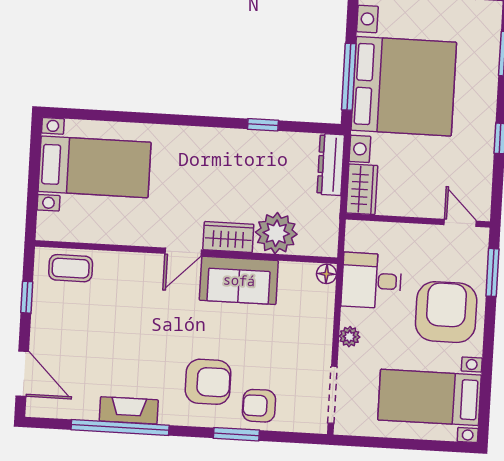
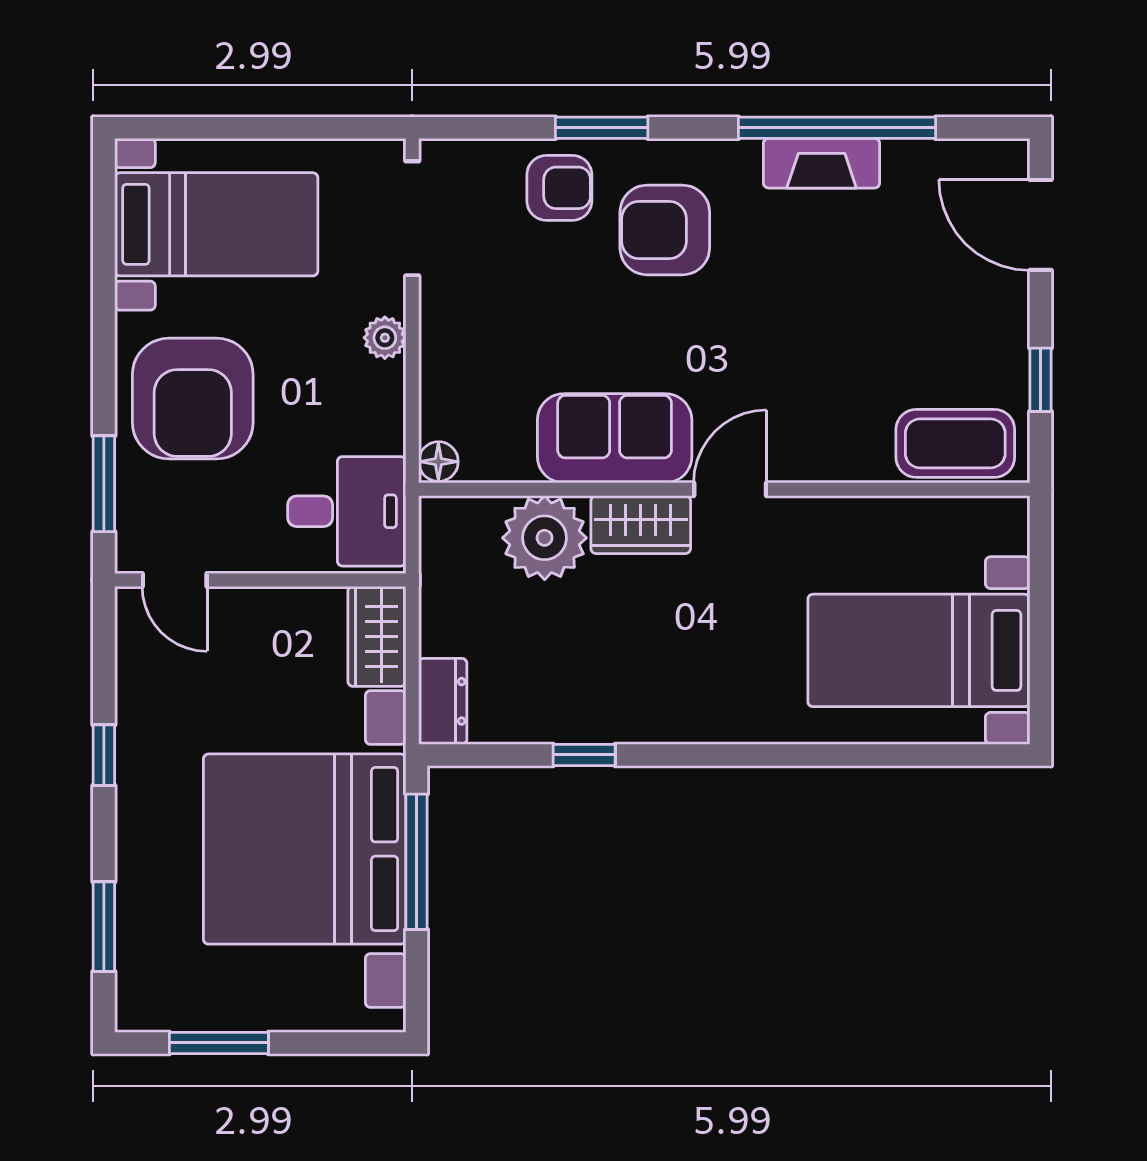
dresser: (331, 165) -> (443, 701), width x0.70
coffee table: (71, 268) -> (955, 443), width x1.36, depth x1.30
desk: (372, 281) -> (347, 511), moved

